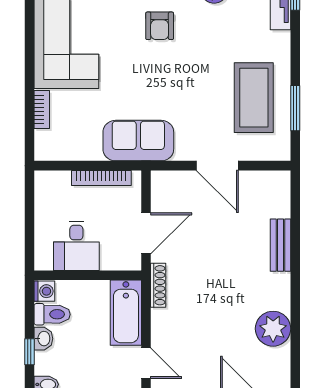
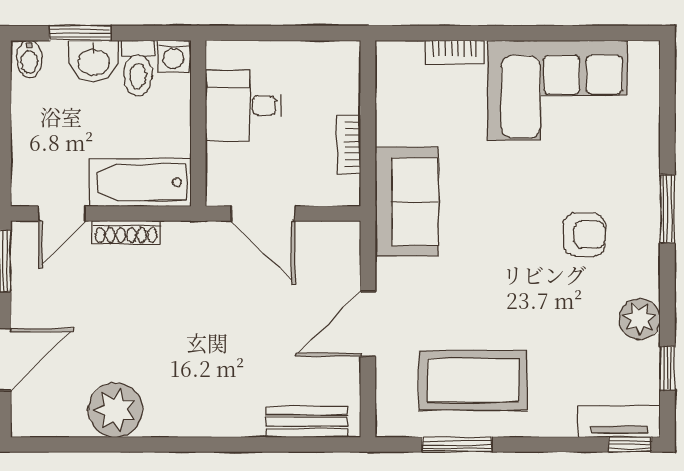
armchair: (160, 26) -> (584, 235), turned 180
bookcase: (101, 178) -> (349, 144), width x0.64
bench: (281, 245) -> (307, 422), moved
shoe rack: (158, 285) -> (126, 232), moved
washbasin: (43, 339) -> (93, 61), width x1.38, depth x1.45
window: (29, 352) -> (80, 33), width x1.50

